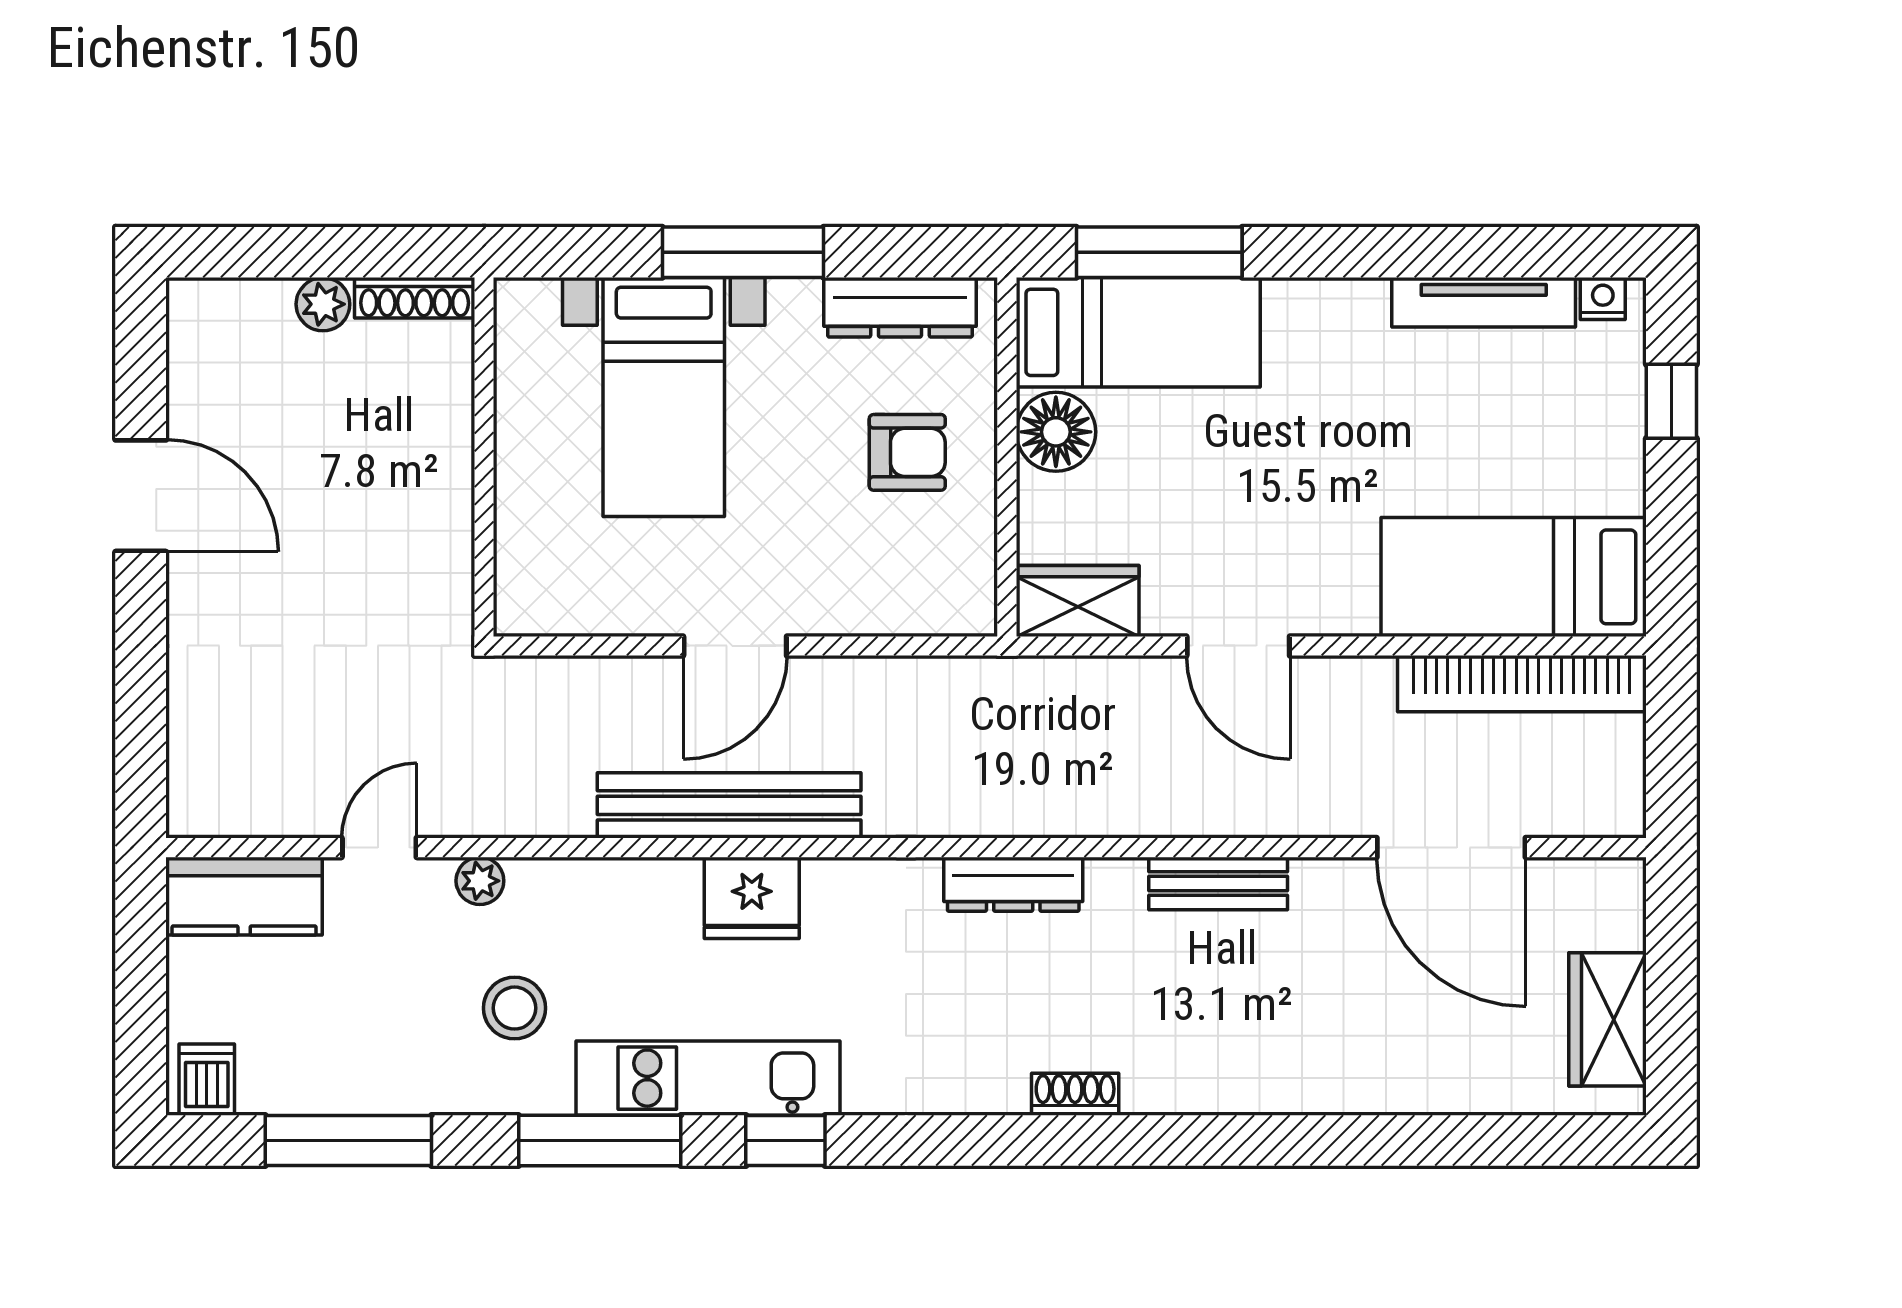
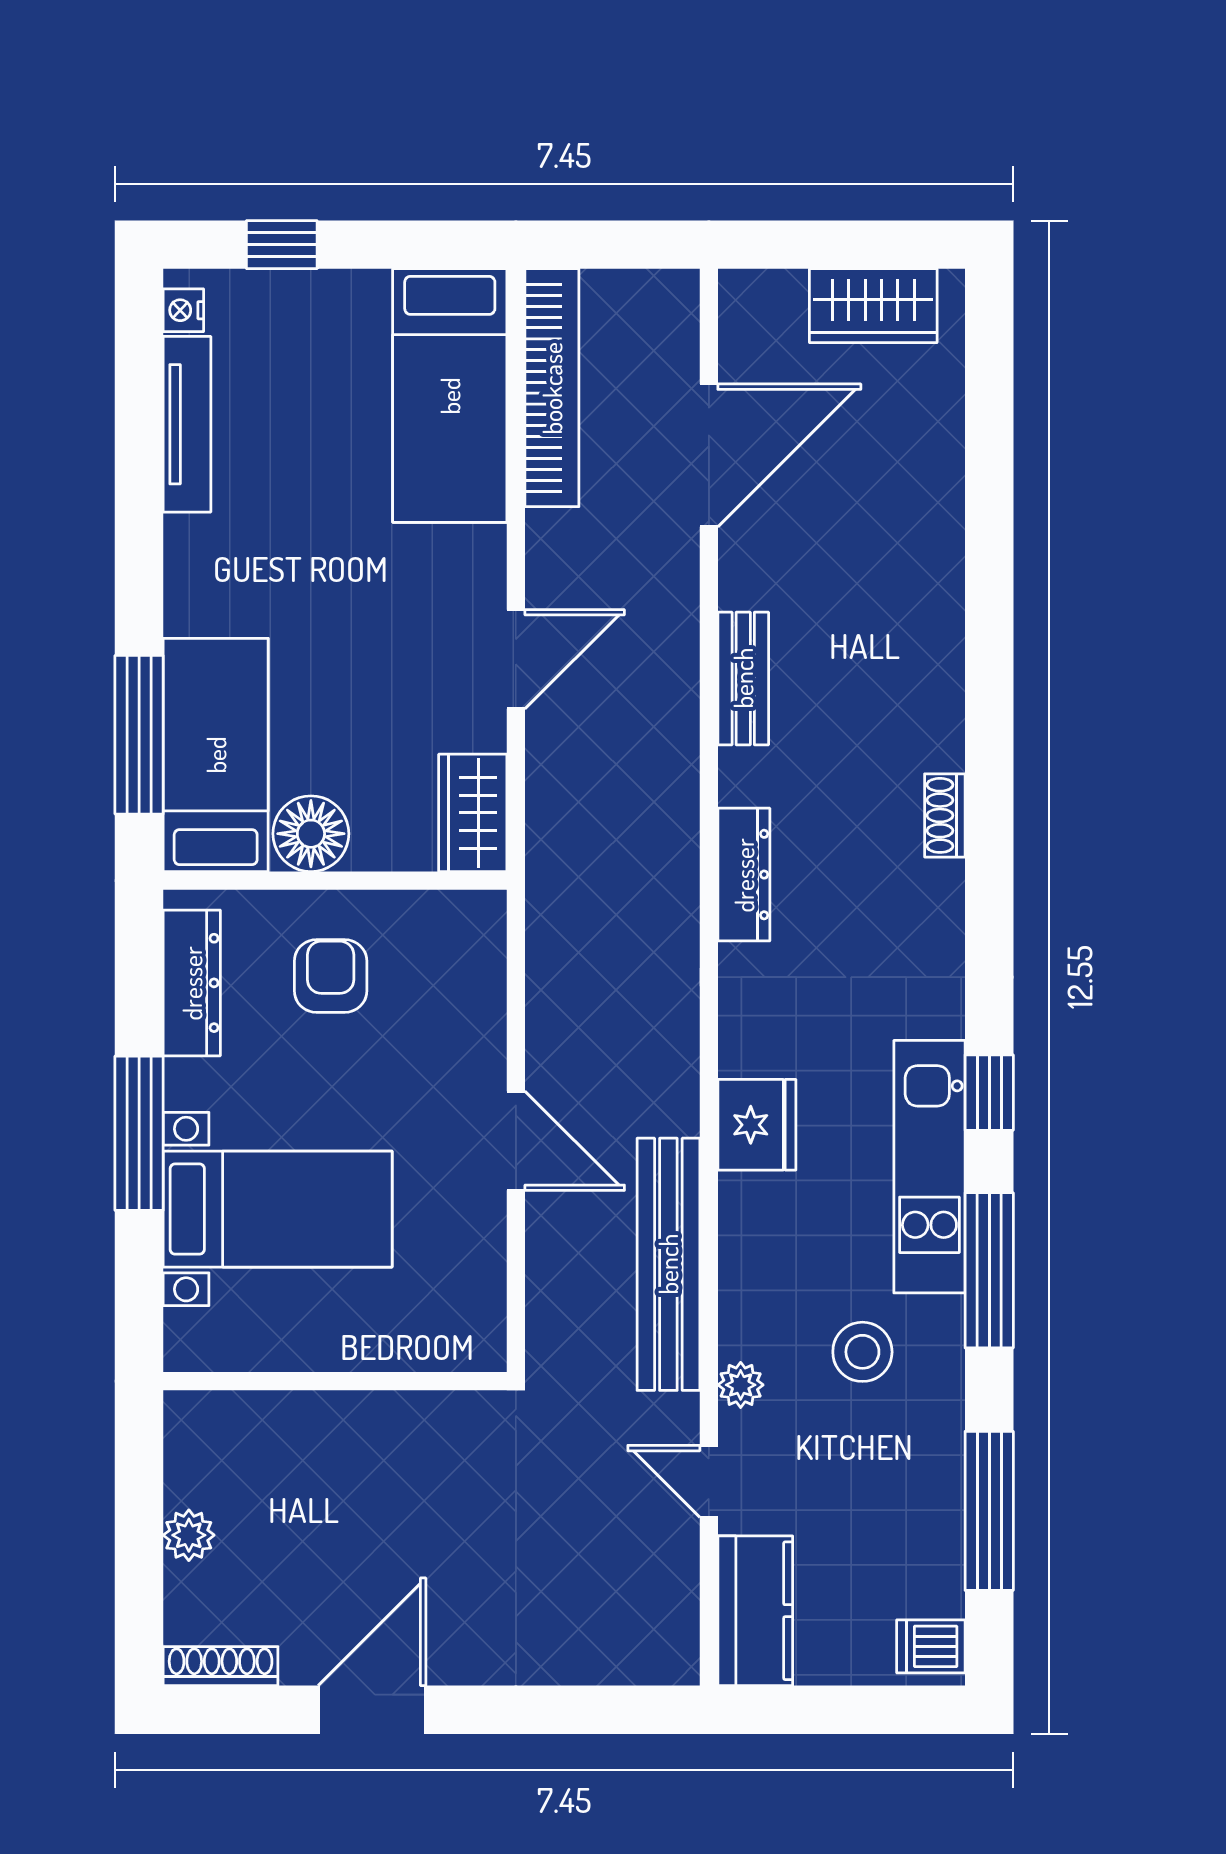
shoe rack: (415, 298) -> (221, 1666), moved, turned -90
bench: (729, 805) -> (668, 1264), moved

